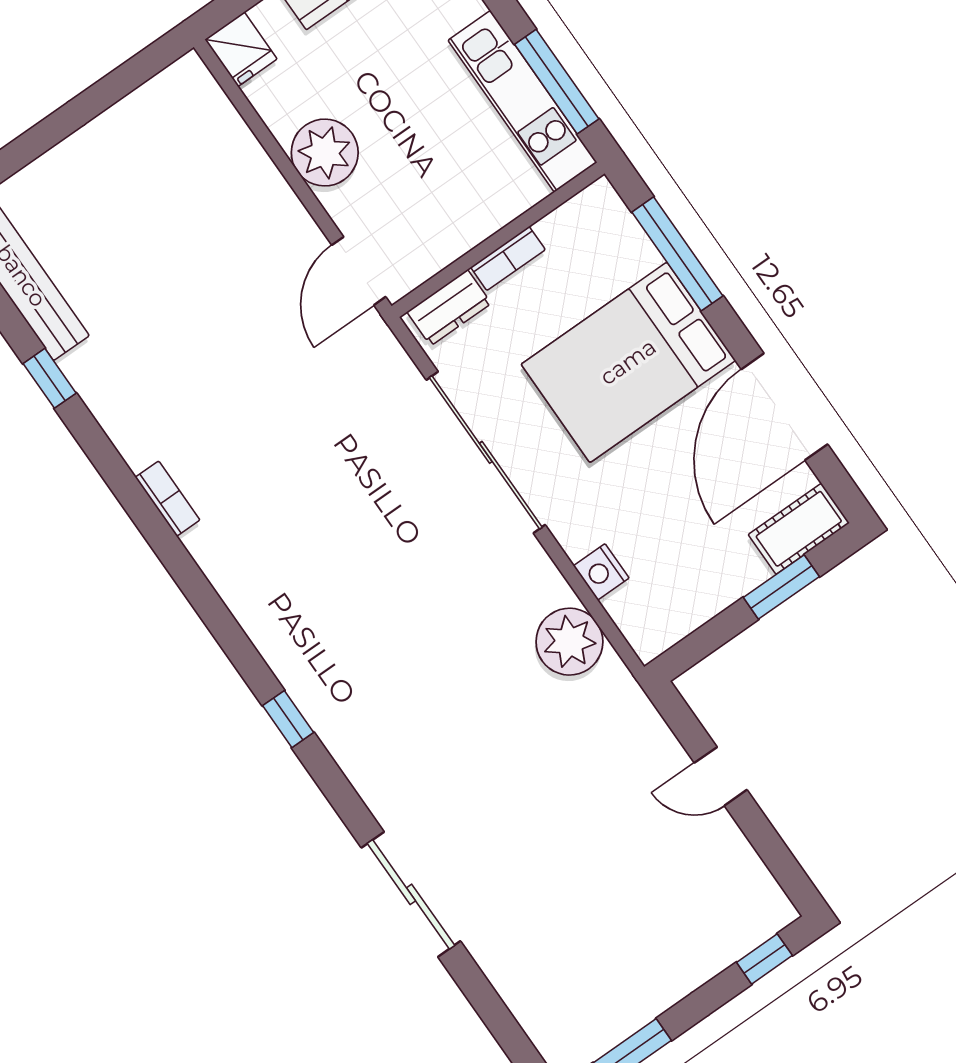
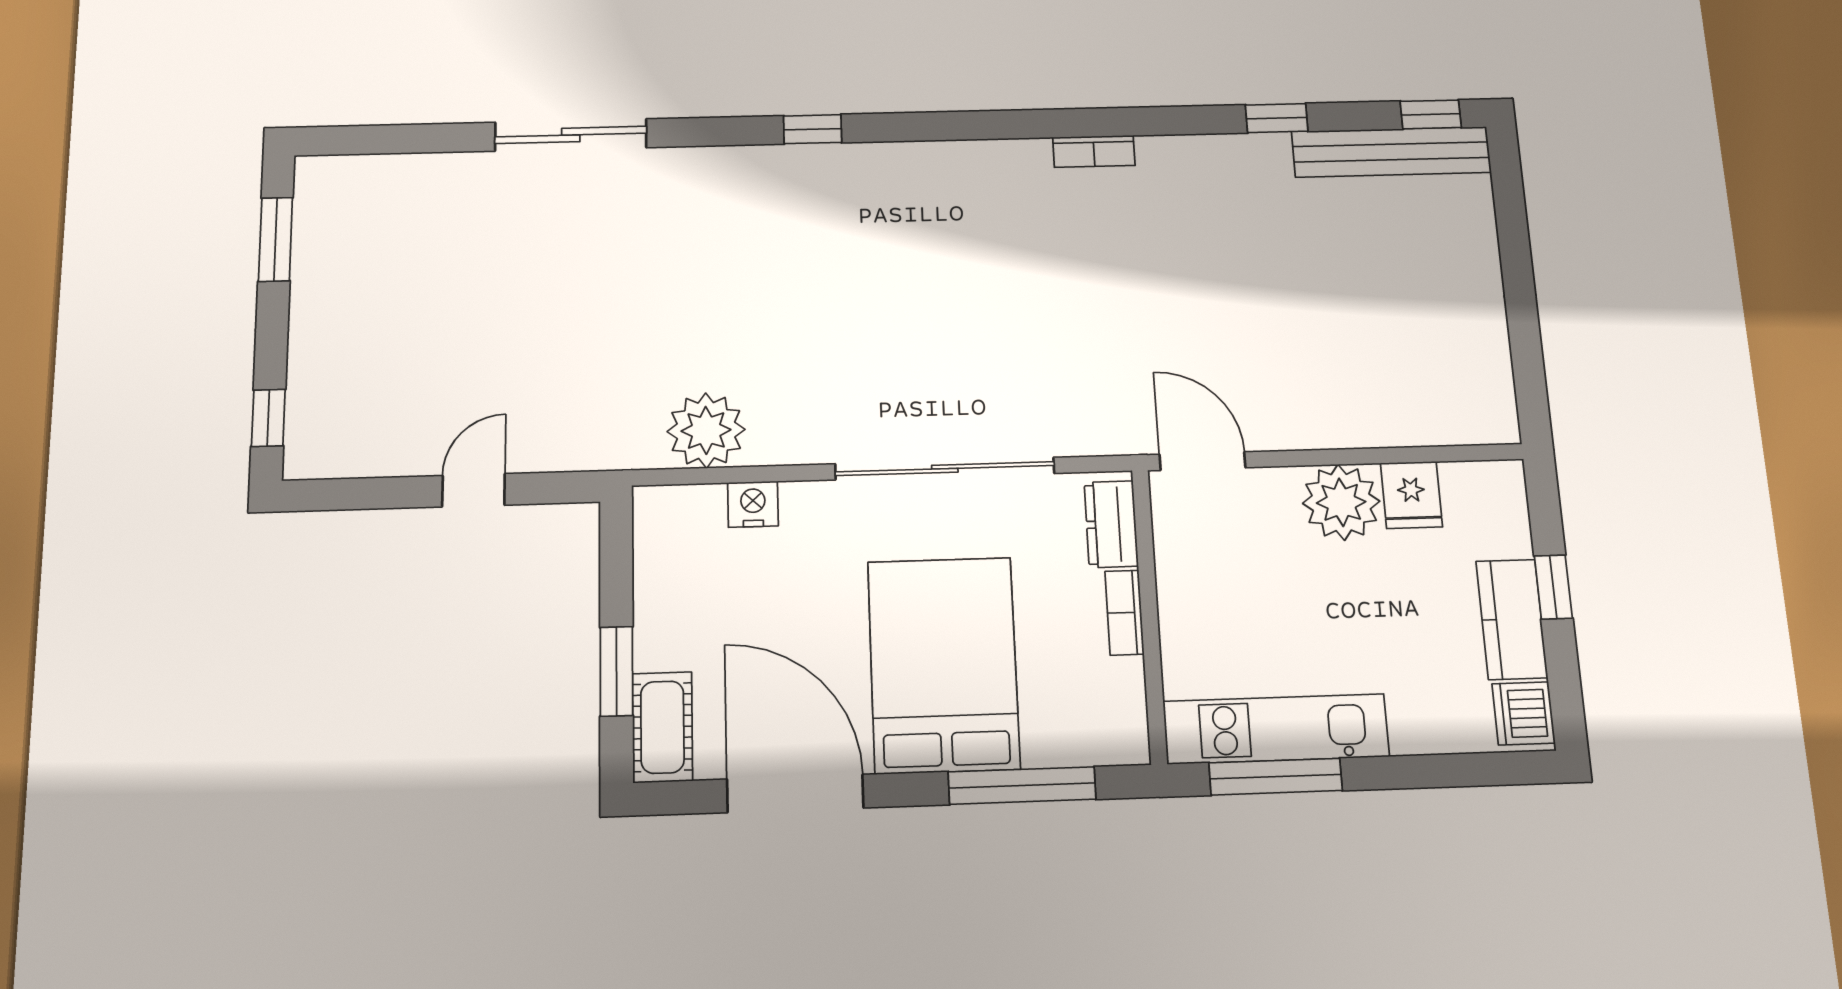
fridge: (241, 49) -> (1411, 495), moved, turned -90

